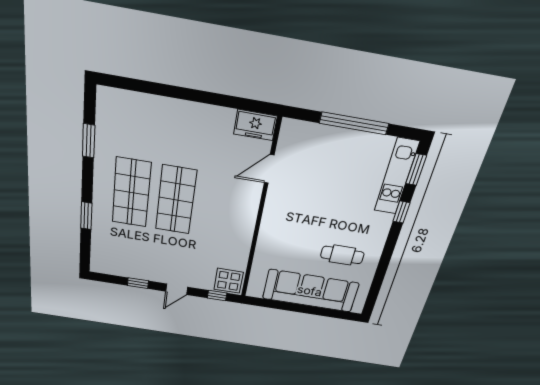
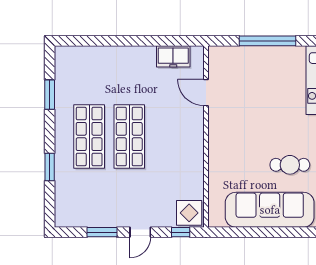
freezer: (255, 125) -> (173, 56), moved
door: (269, 169) -> (206, 93), hinge flipped
window: (138, 283) -> (102, 232), width x1.50

